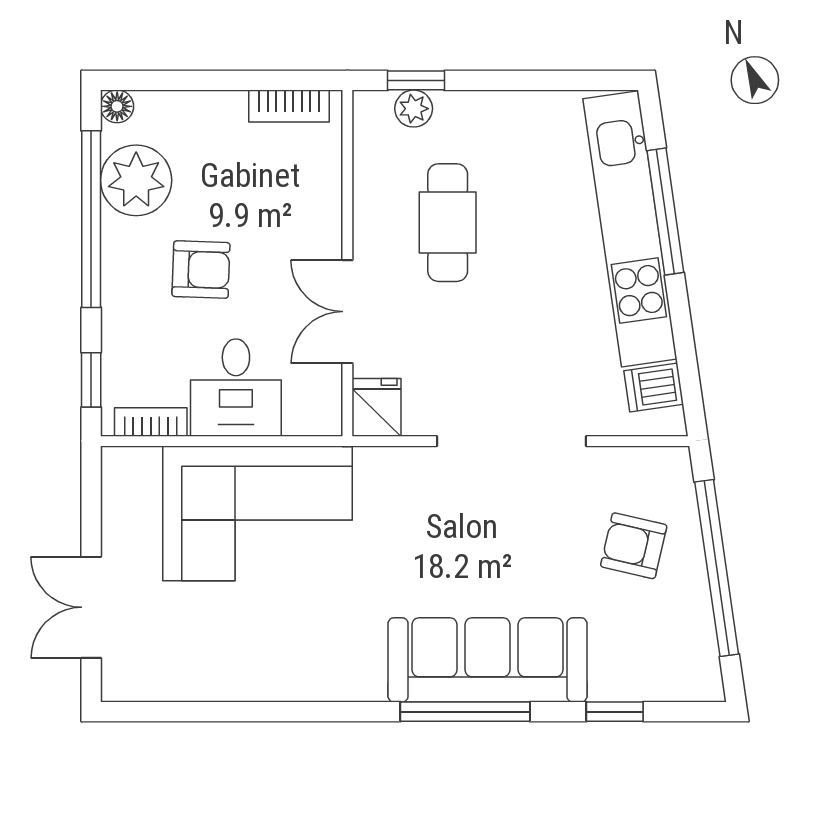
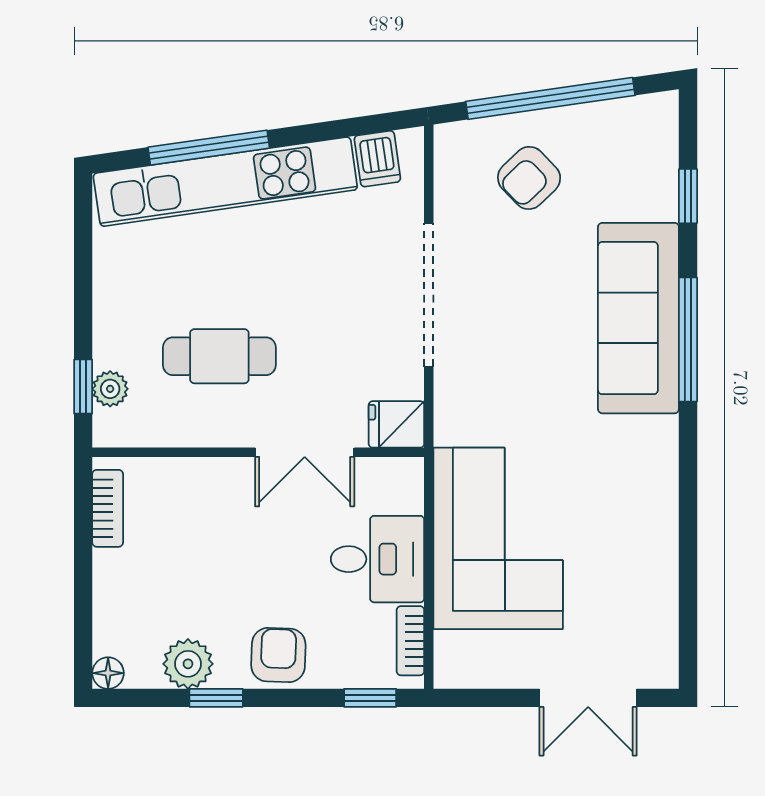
plant: (136, 180) -> (188, 664), width x0.73, depth x0.73
window: (91, 219) -> (216, 698), width x0.32
armchair: (201, 270) -> (278, 655), moved
armchair: (634, 546) -> (529, 178), turned 33

